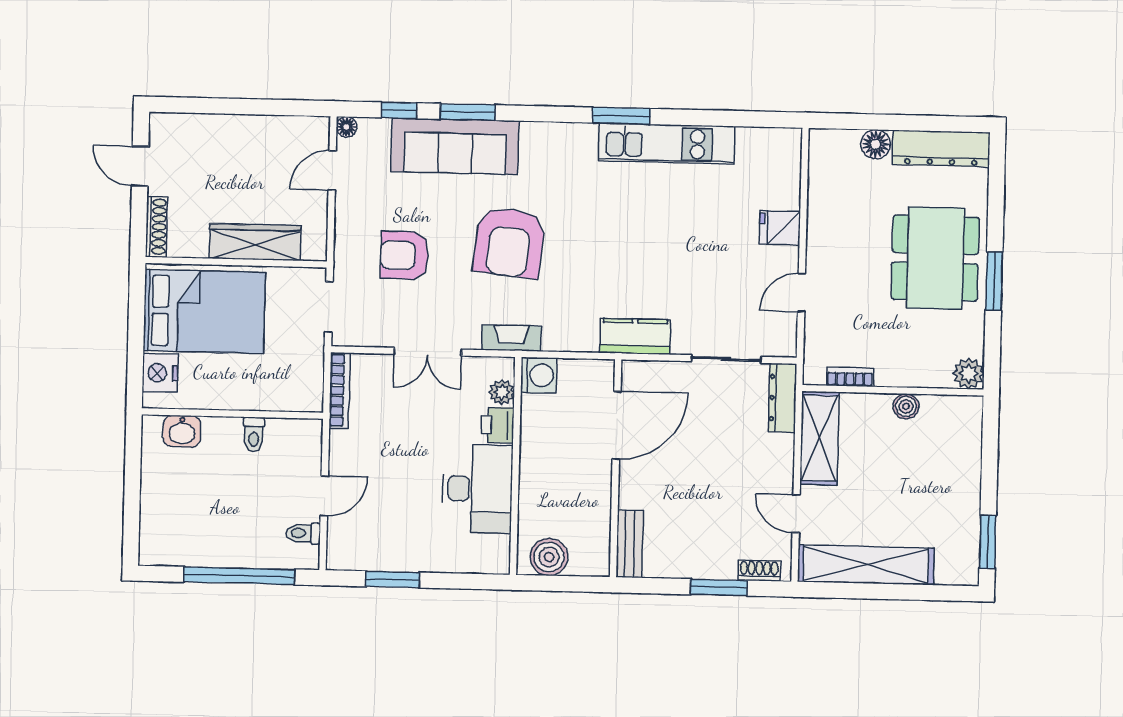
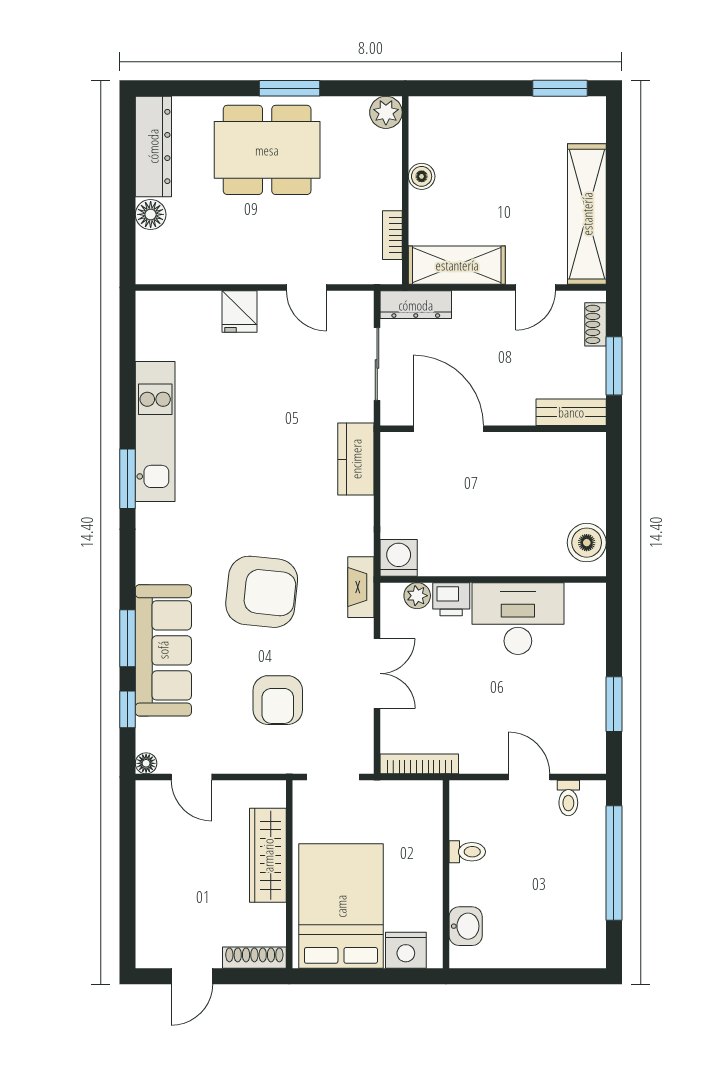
door: (617, 425) -> (448, 429), moved
wall: (616, 468) -> (493, 429), moved
bench: (630, 544) -> (571, 412), moved

